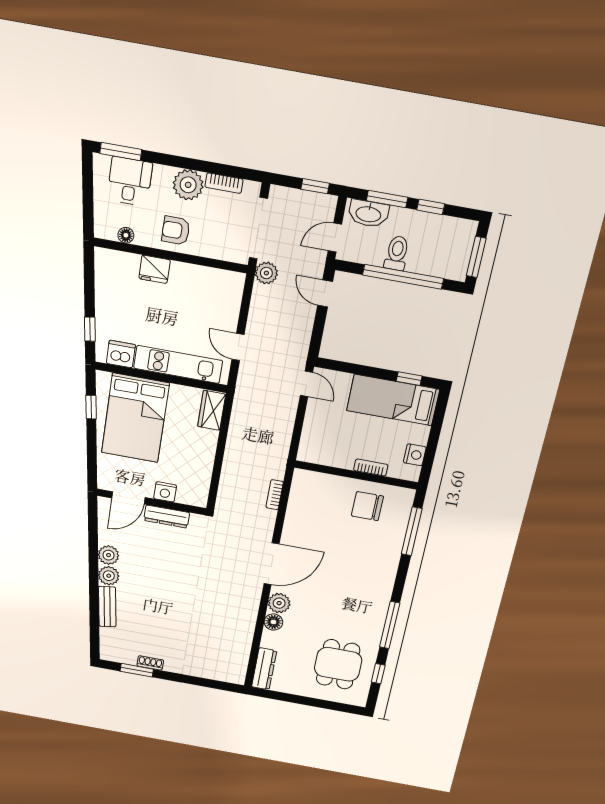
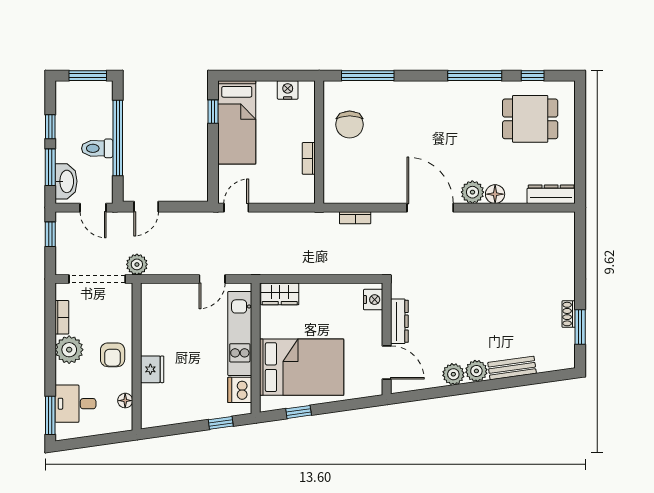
bookcase: (371, 467) -> (309, 158), moved
nightstand: (165, 492) -> (373, 300), moved

